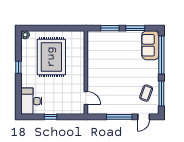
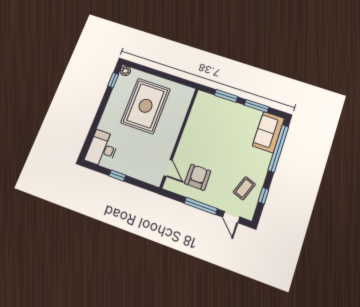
window: (18, 67) -> (113, 80), moved
window: (161, 94) -> (263, 196), width x0.46
armchair: (110, 97) -> (198, 177), added
door: (144, 117) -> (231, 217), hinge flipped

